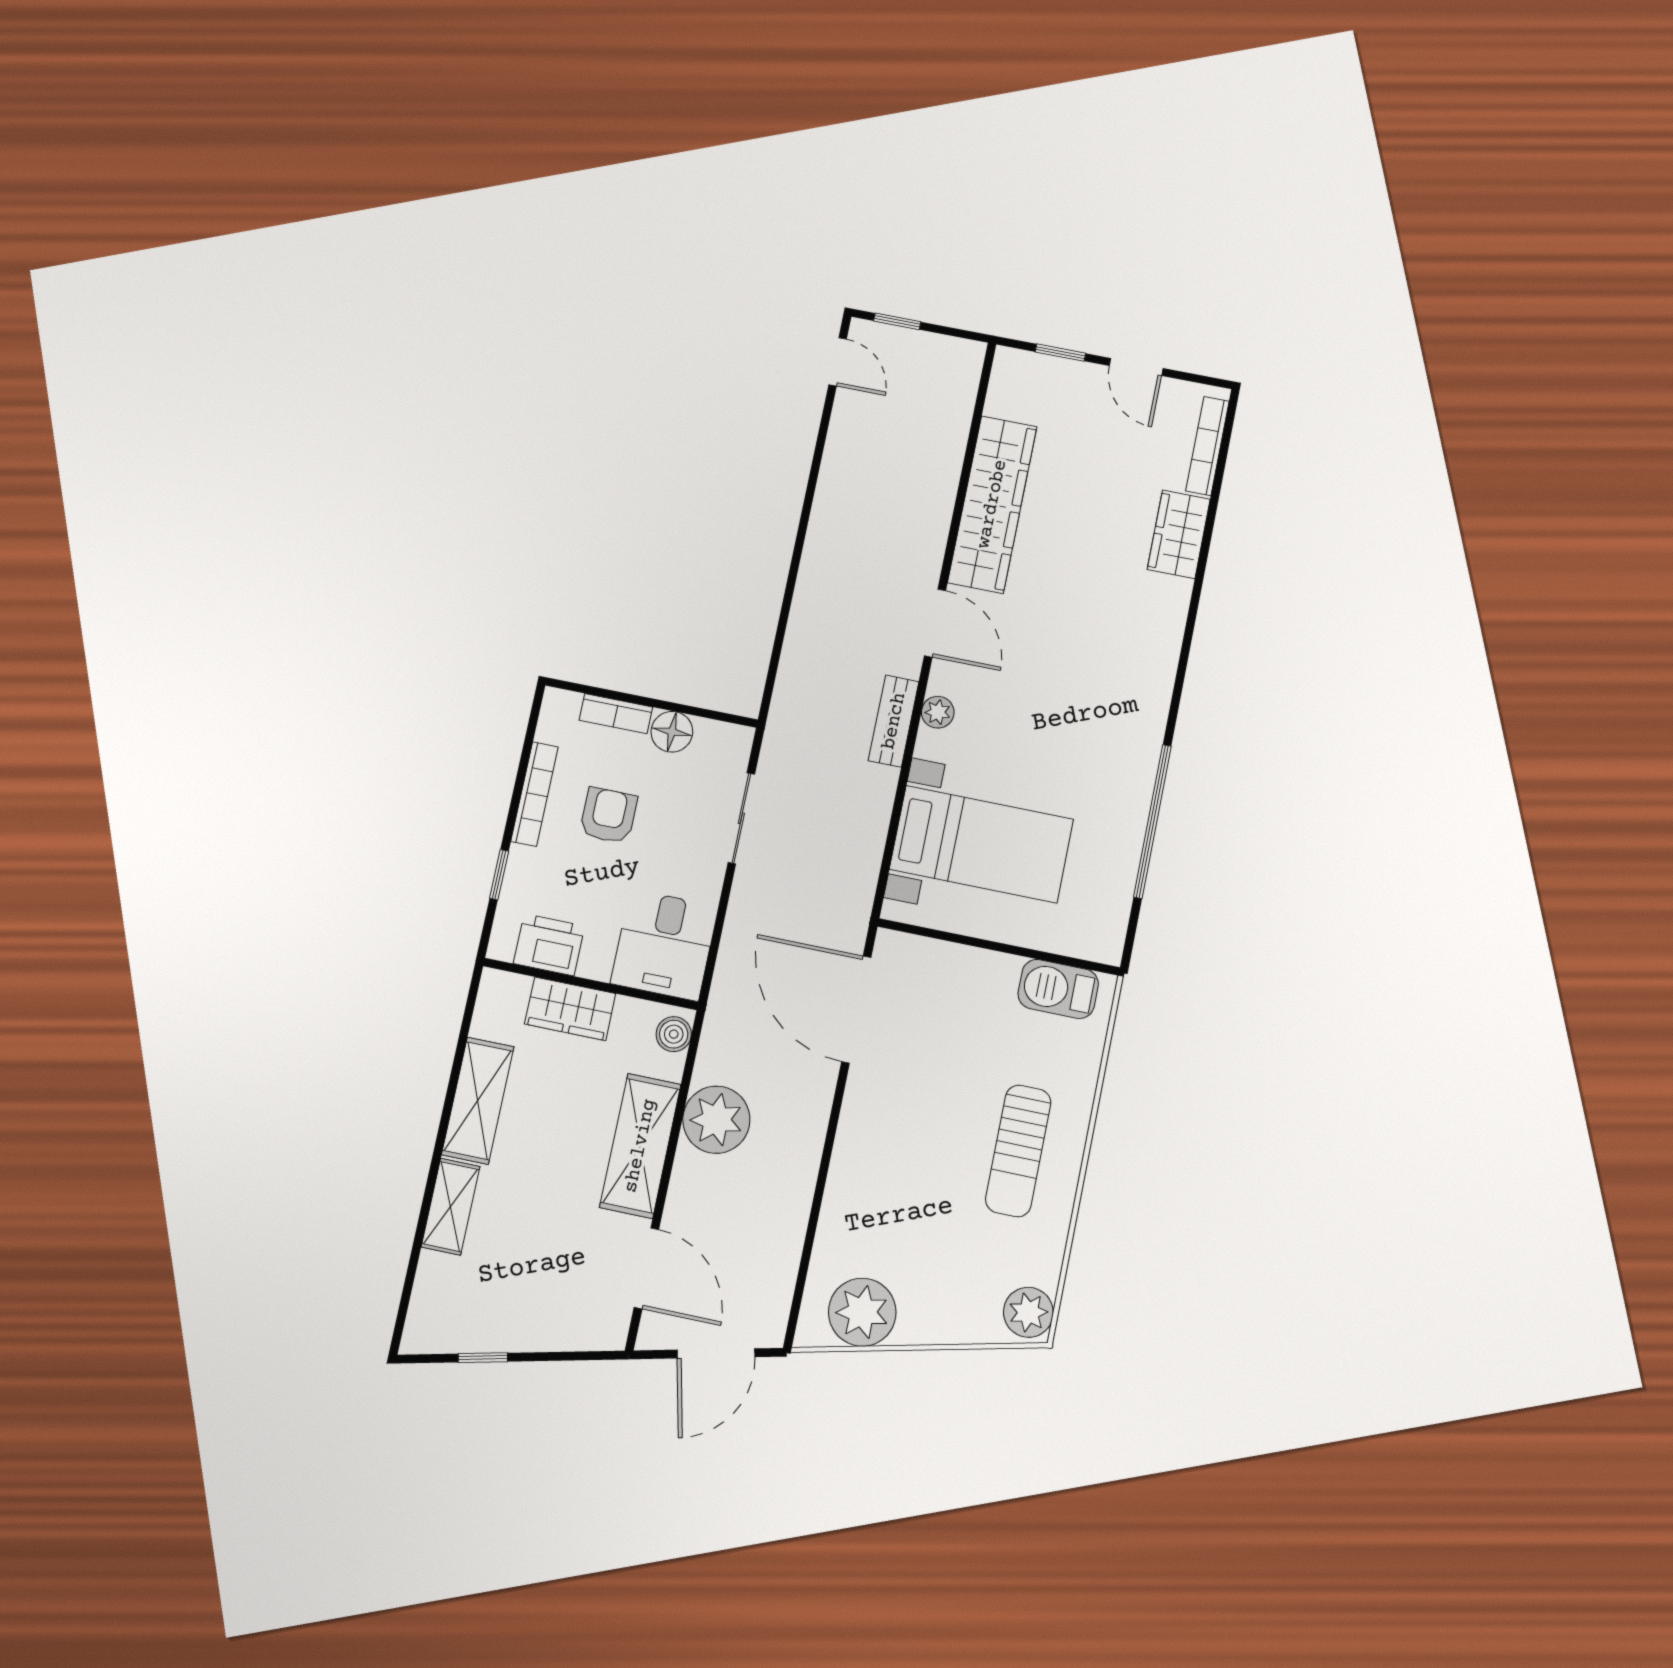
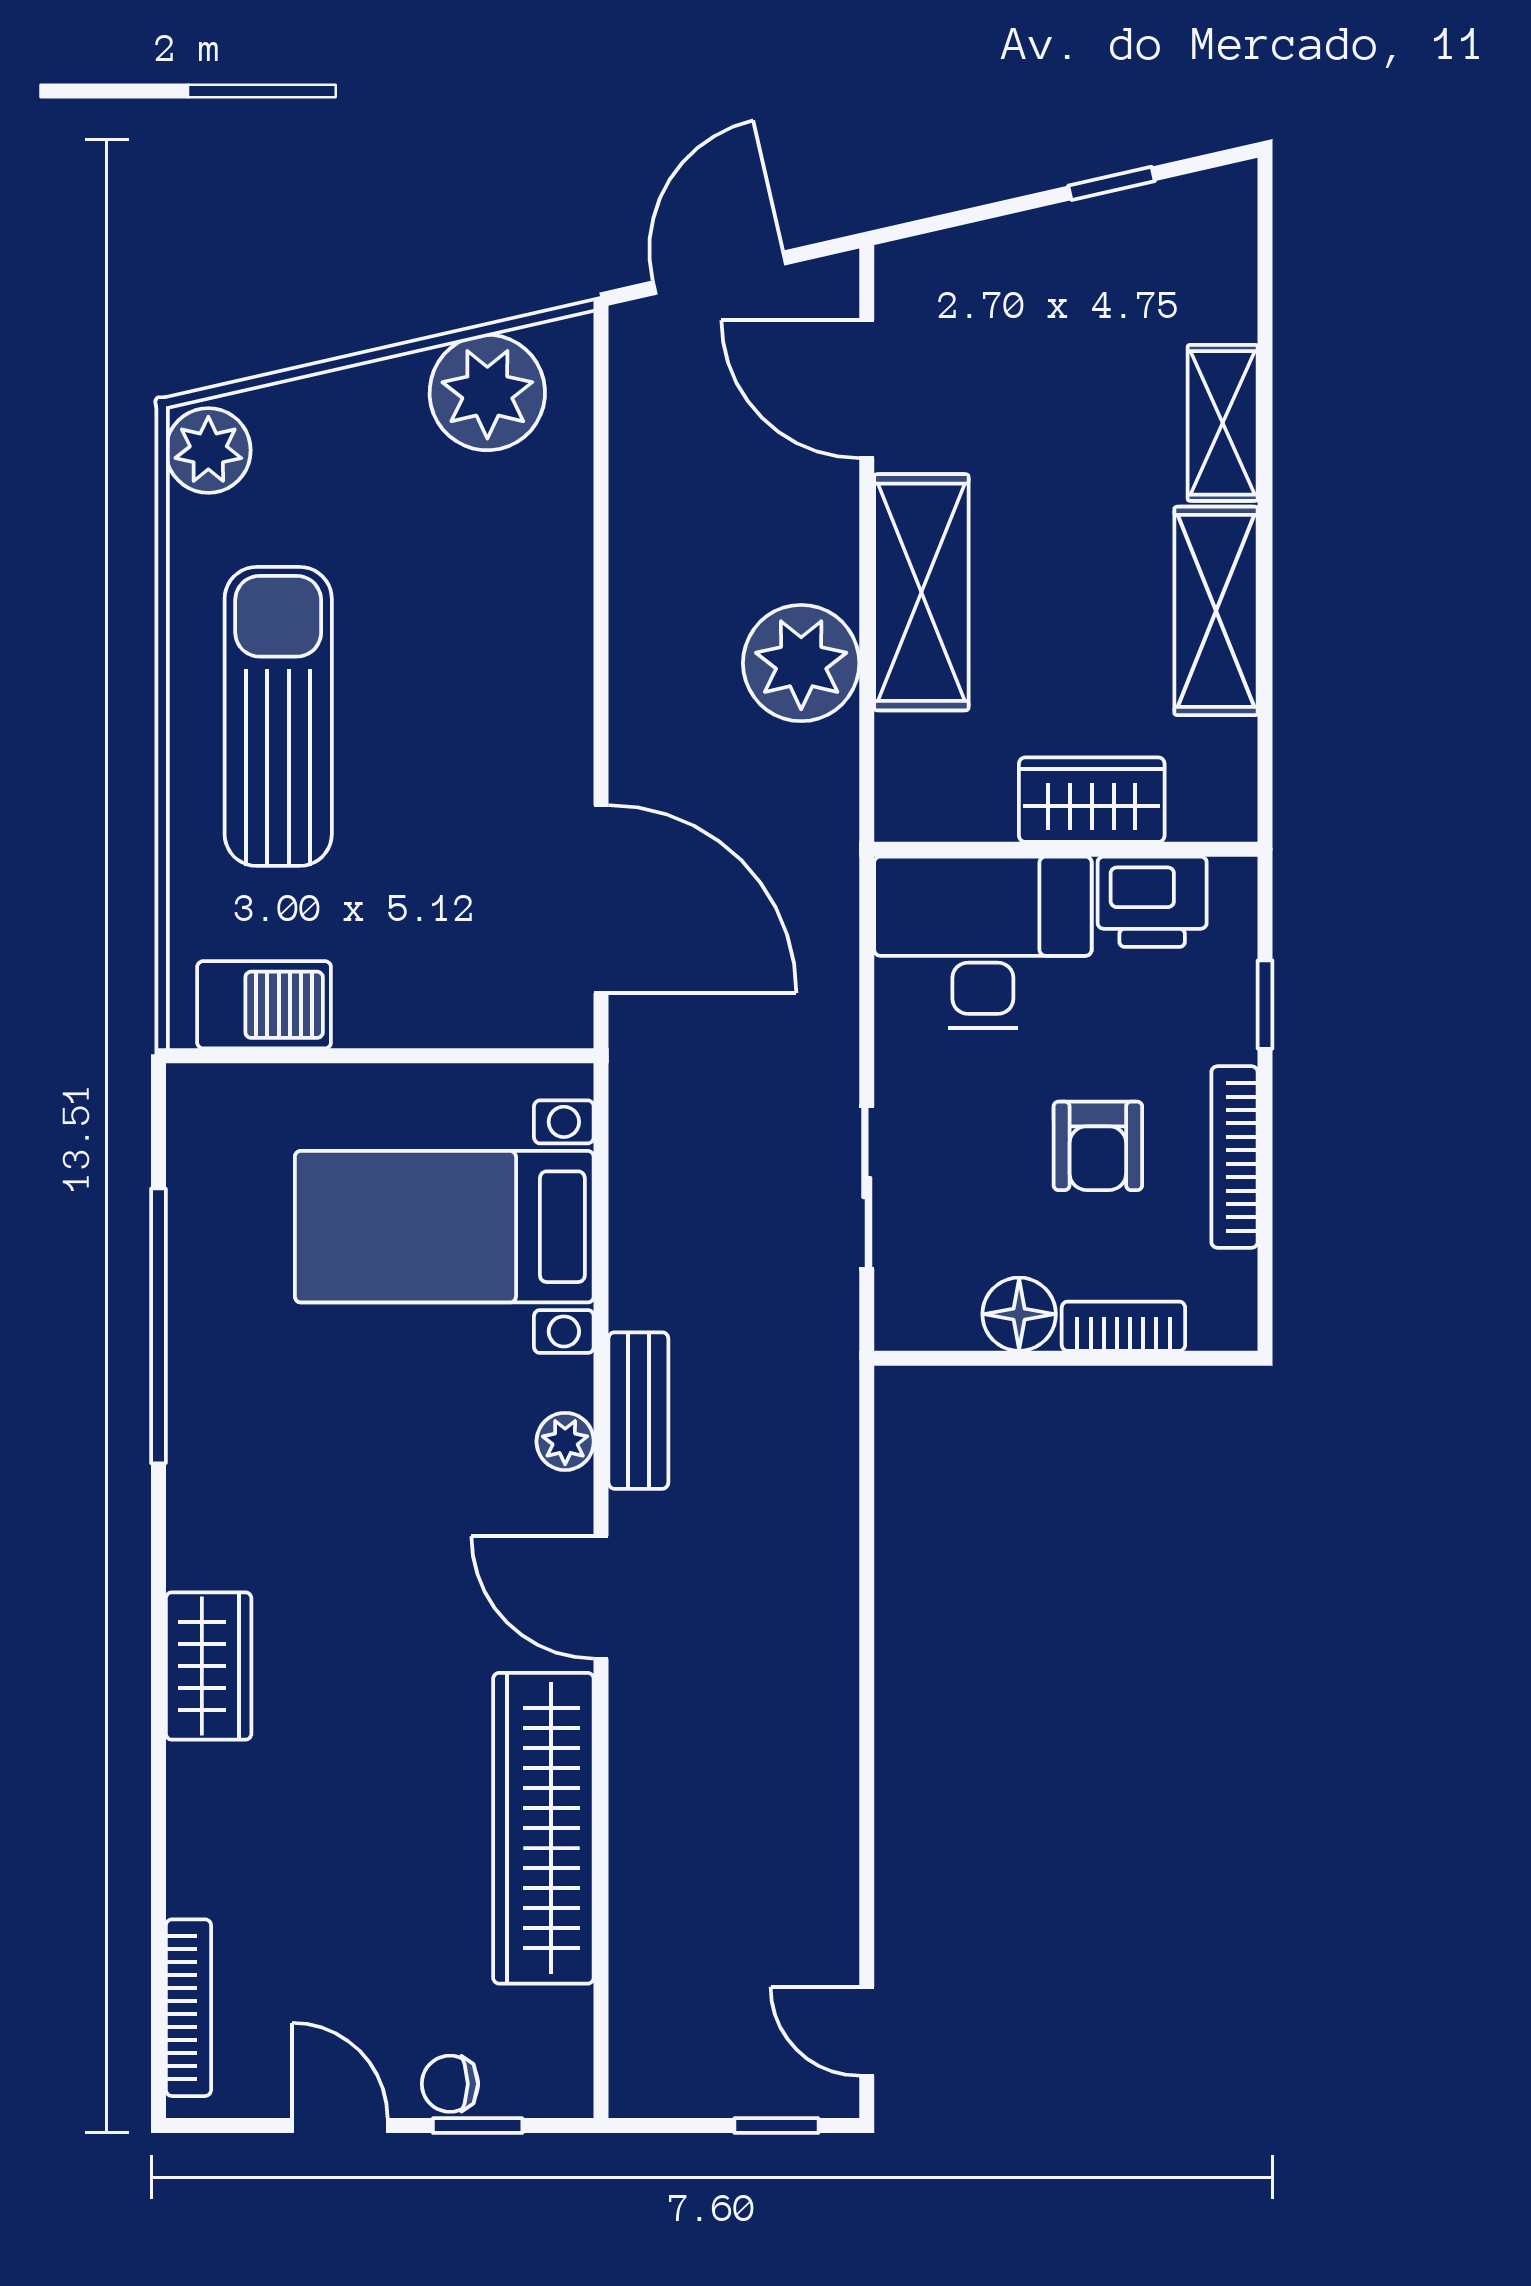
chair: (1071, 378) -> (450, 2084), added
wardrobe: (1179, 534) -> (209, 1666), moved
desk: (664, 945) -> (983, 942), width x1.37
boiler: (674, 1034) -> (905, 793), removed
sun lounger: (1018, 1151) -> (278, 716), width x1.36, depth x1.34

